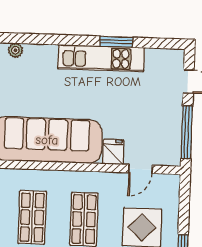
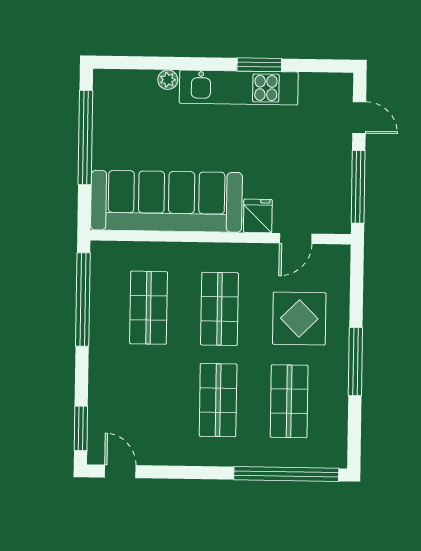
plant: (15, 50) -> (168, 80), moved

